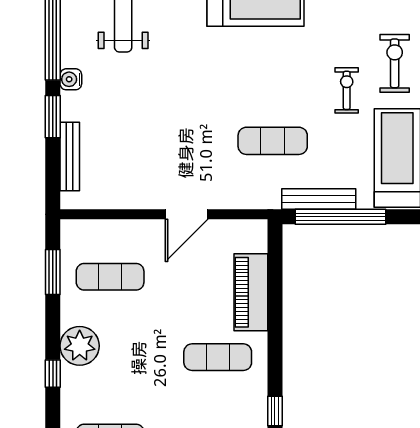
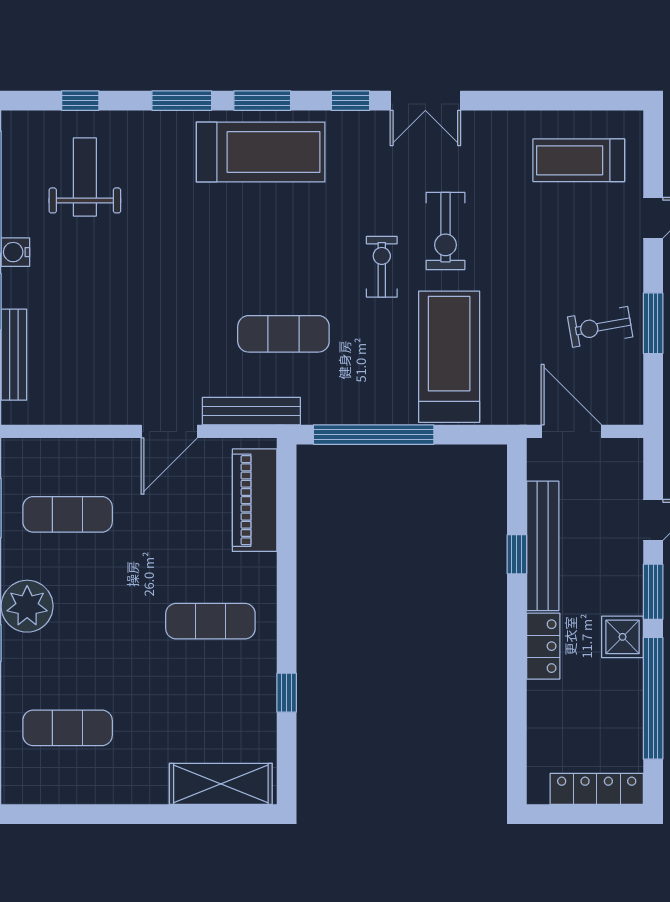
exercise bike: (395, 63) -> (446, 231), turned 180
bench: (319, 199) -> (251, 411), moved
piano: (251, 292) -> (255, 500), moved

